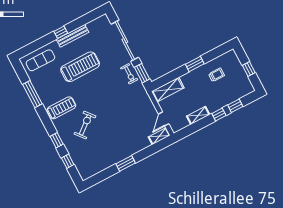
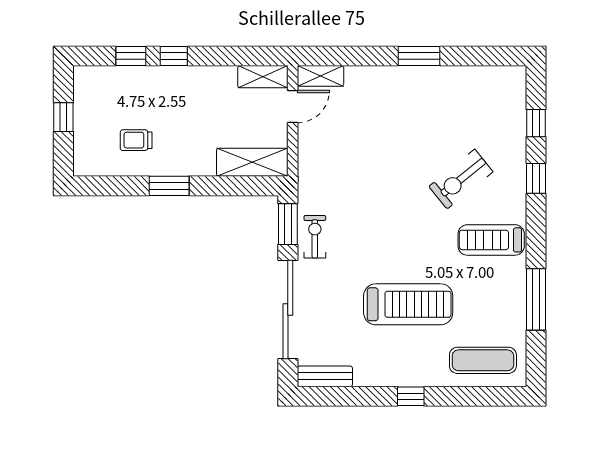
bench: (73, 36) -> (325, 376), moved, width x0.73
treadmill: (80, 67) -> (408, 304), turned 180
shelving: (198, 115) -> (263, 77), moved

